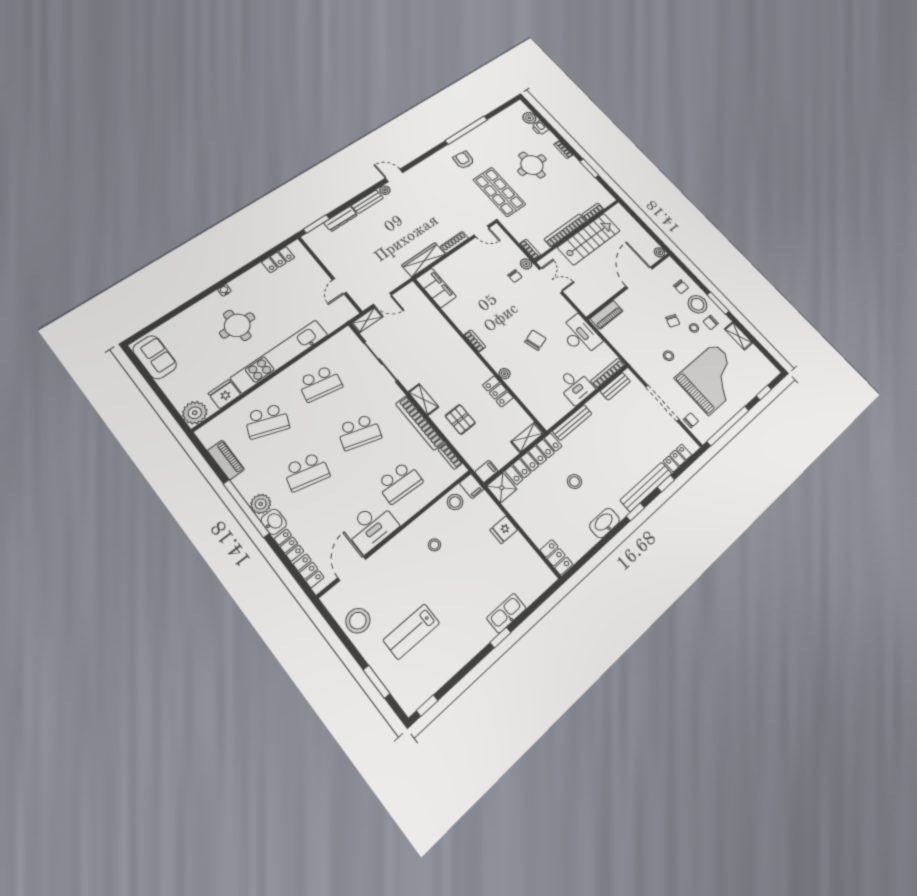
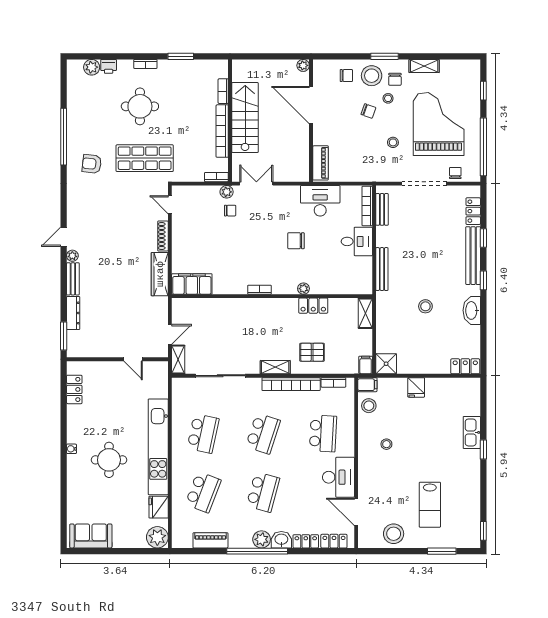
door: (482, 231) -> (170, 205), swing flipped
chair: (535, 340) -> (296, 241), turned -73
locker: (534, 458) -> (384, 322), removed

